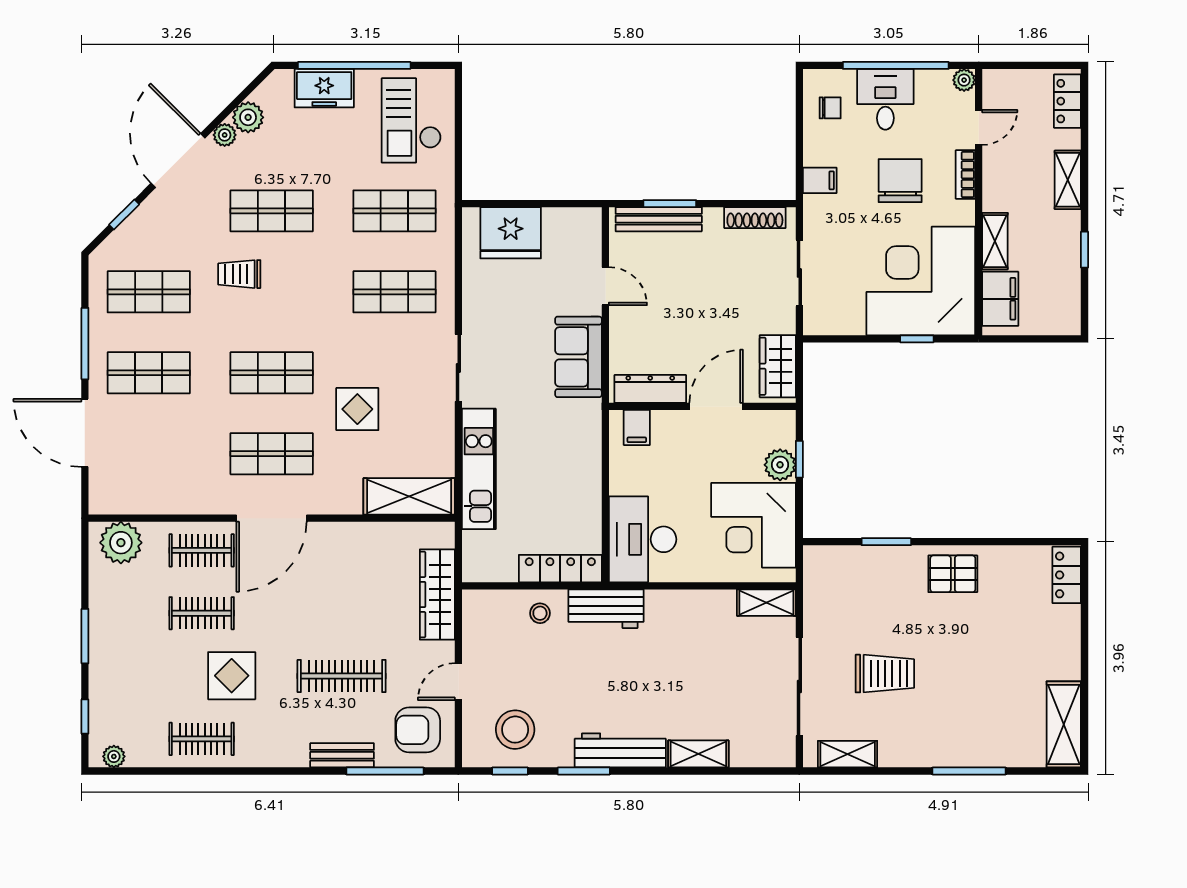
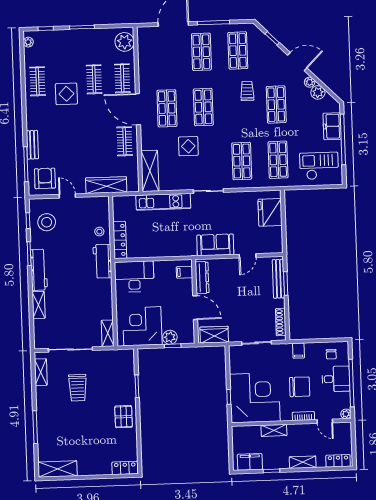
door: (178, 161) -> (297, 62), width x0.73
filing cabinet: (1000, 299) -> (250, 462), moved, turned 180
clothes rail: (342, 676) -> (125, 141), moved, width x0.73

